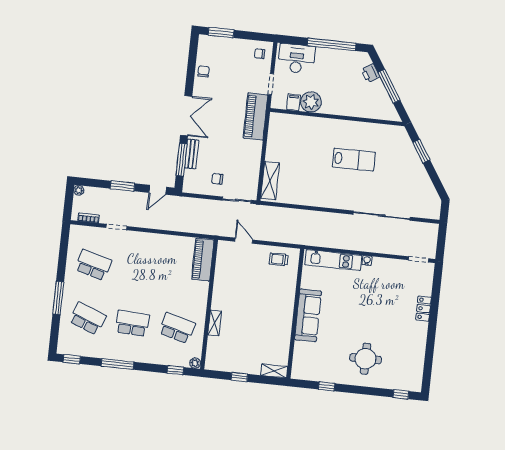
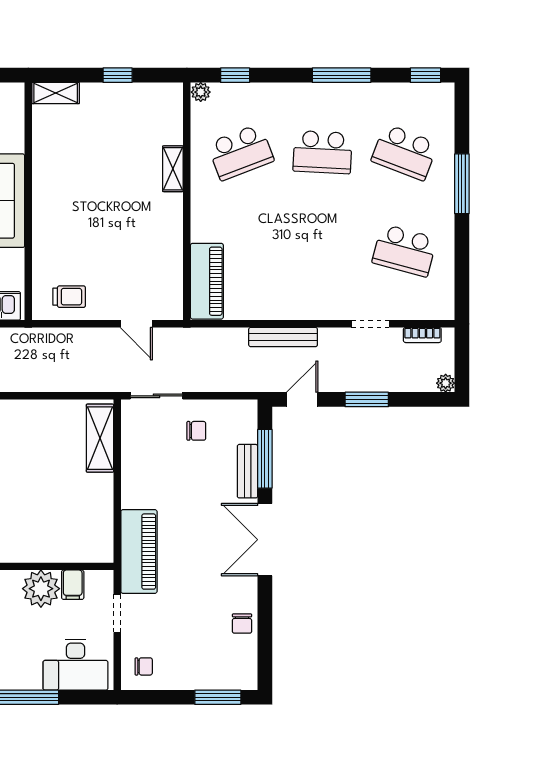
bench: (165, 225) -> (283, 337), added
school desk: (177, 328) -> (241, 152), turned -36

